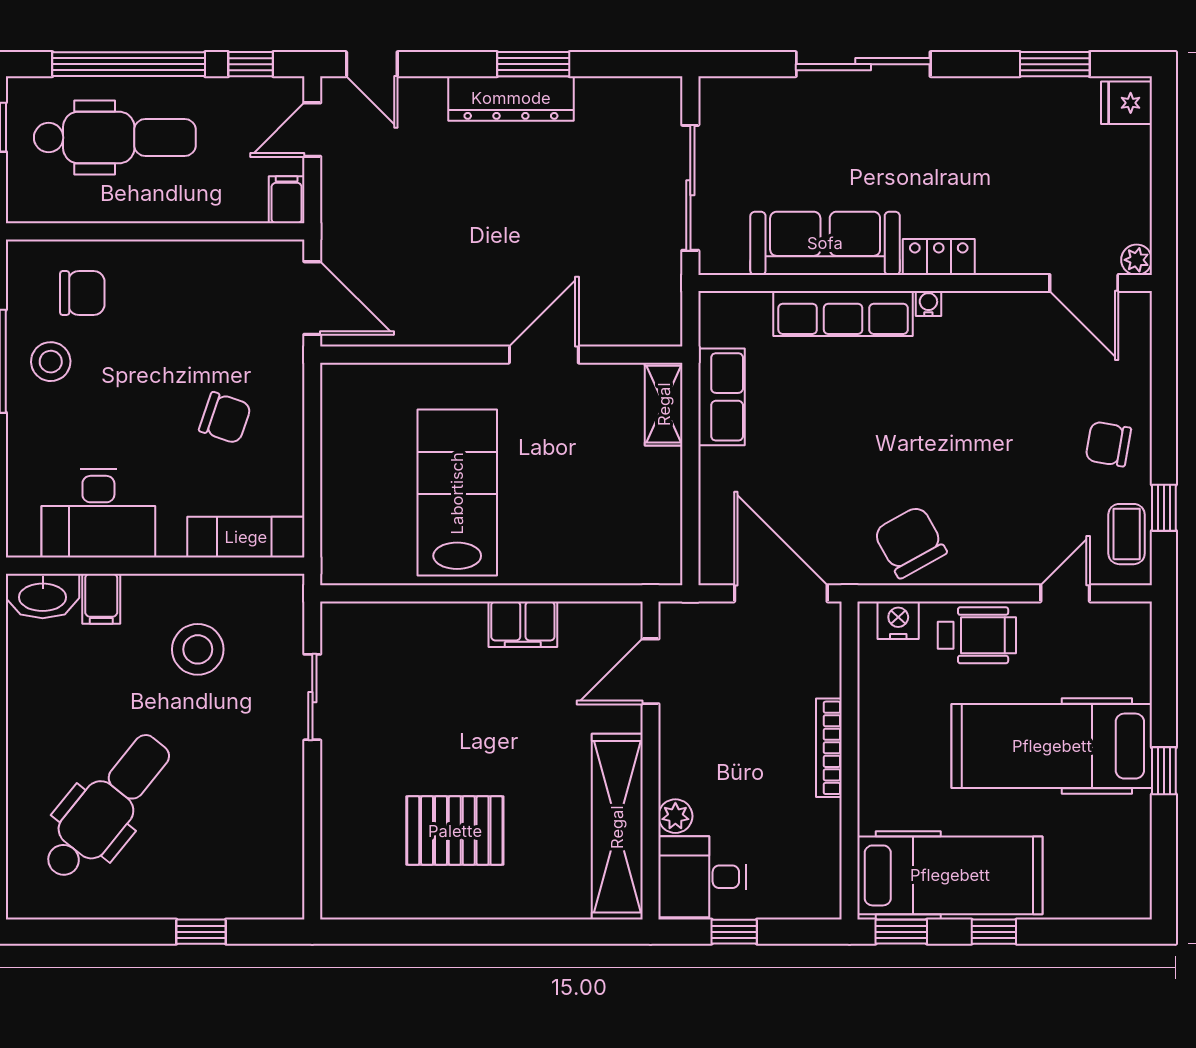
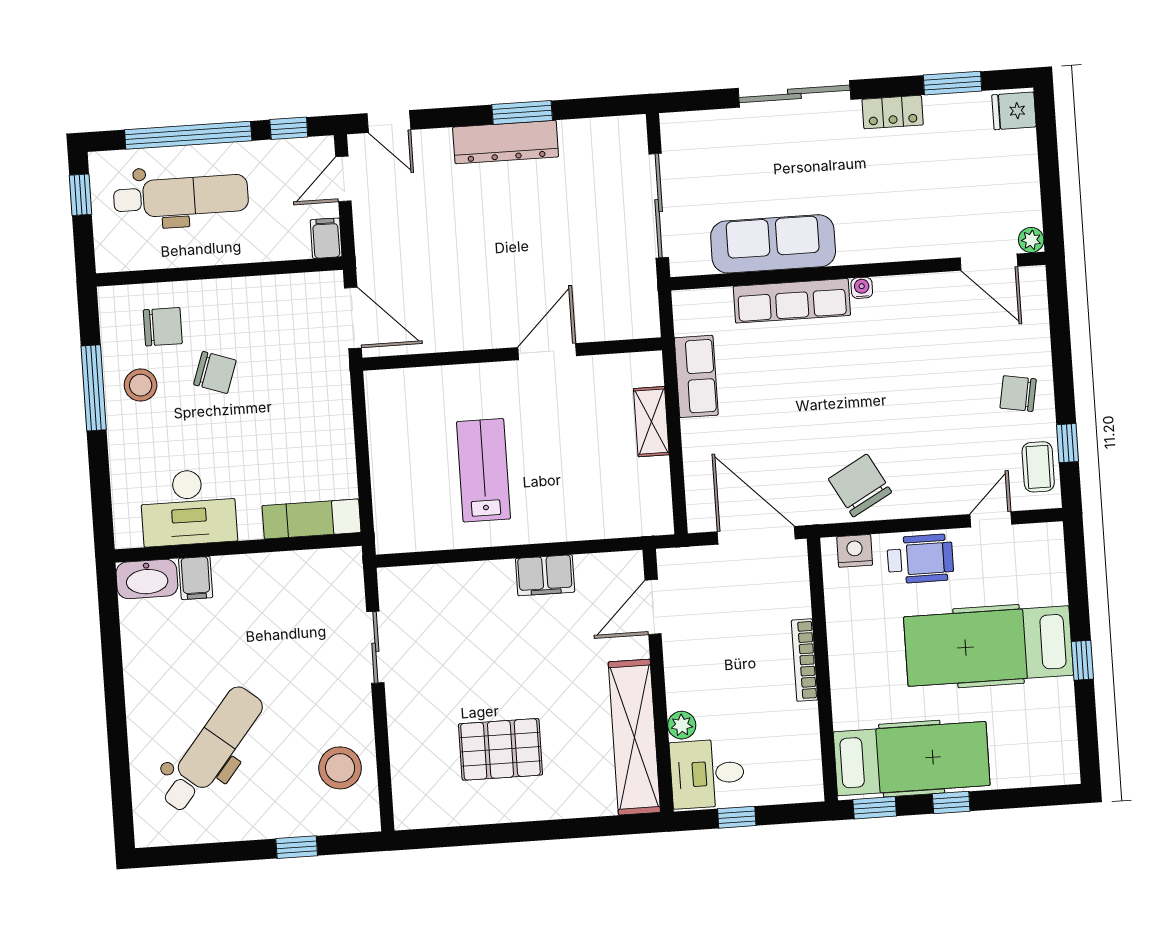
locker: (939, 257) -> (893, 112), moved, turned 180
shelving: (664, 404) -> (651, 422), moved
chair: (225, 418) -> (215, 372), moved
lab bench: (457, 493) -> (483, 470), width x0.73, depth x0.72
stool: (198, 649) -> (340, 768), moved

